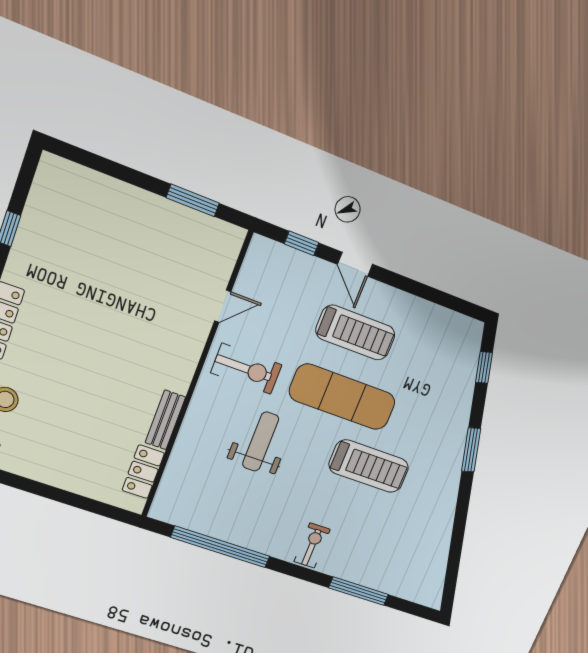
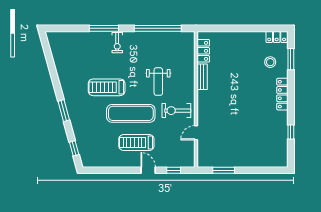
window: (359, 591) -> (104, 28), moved

